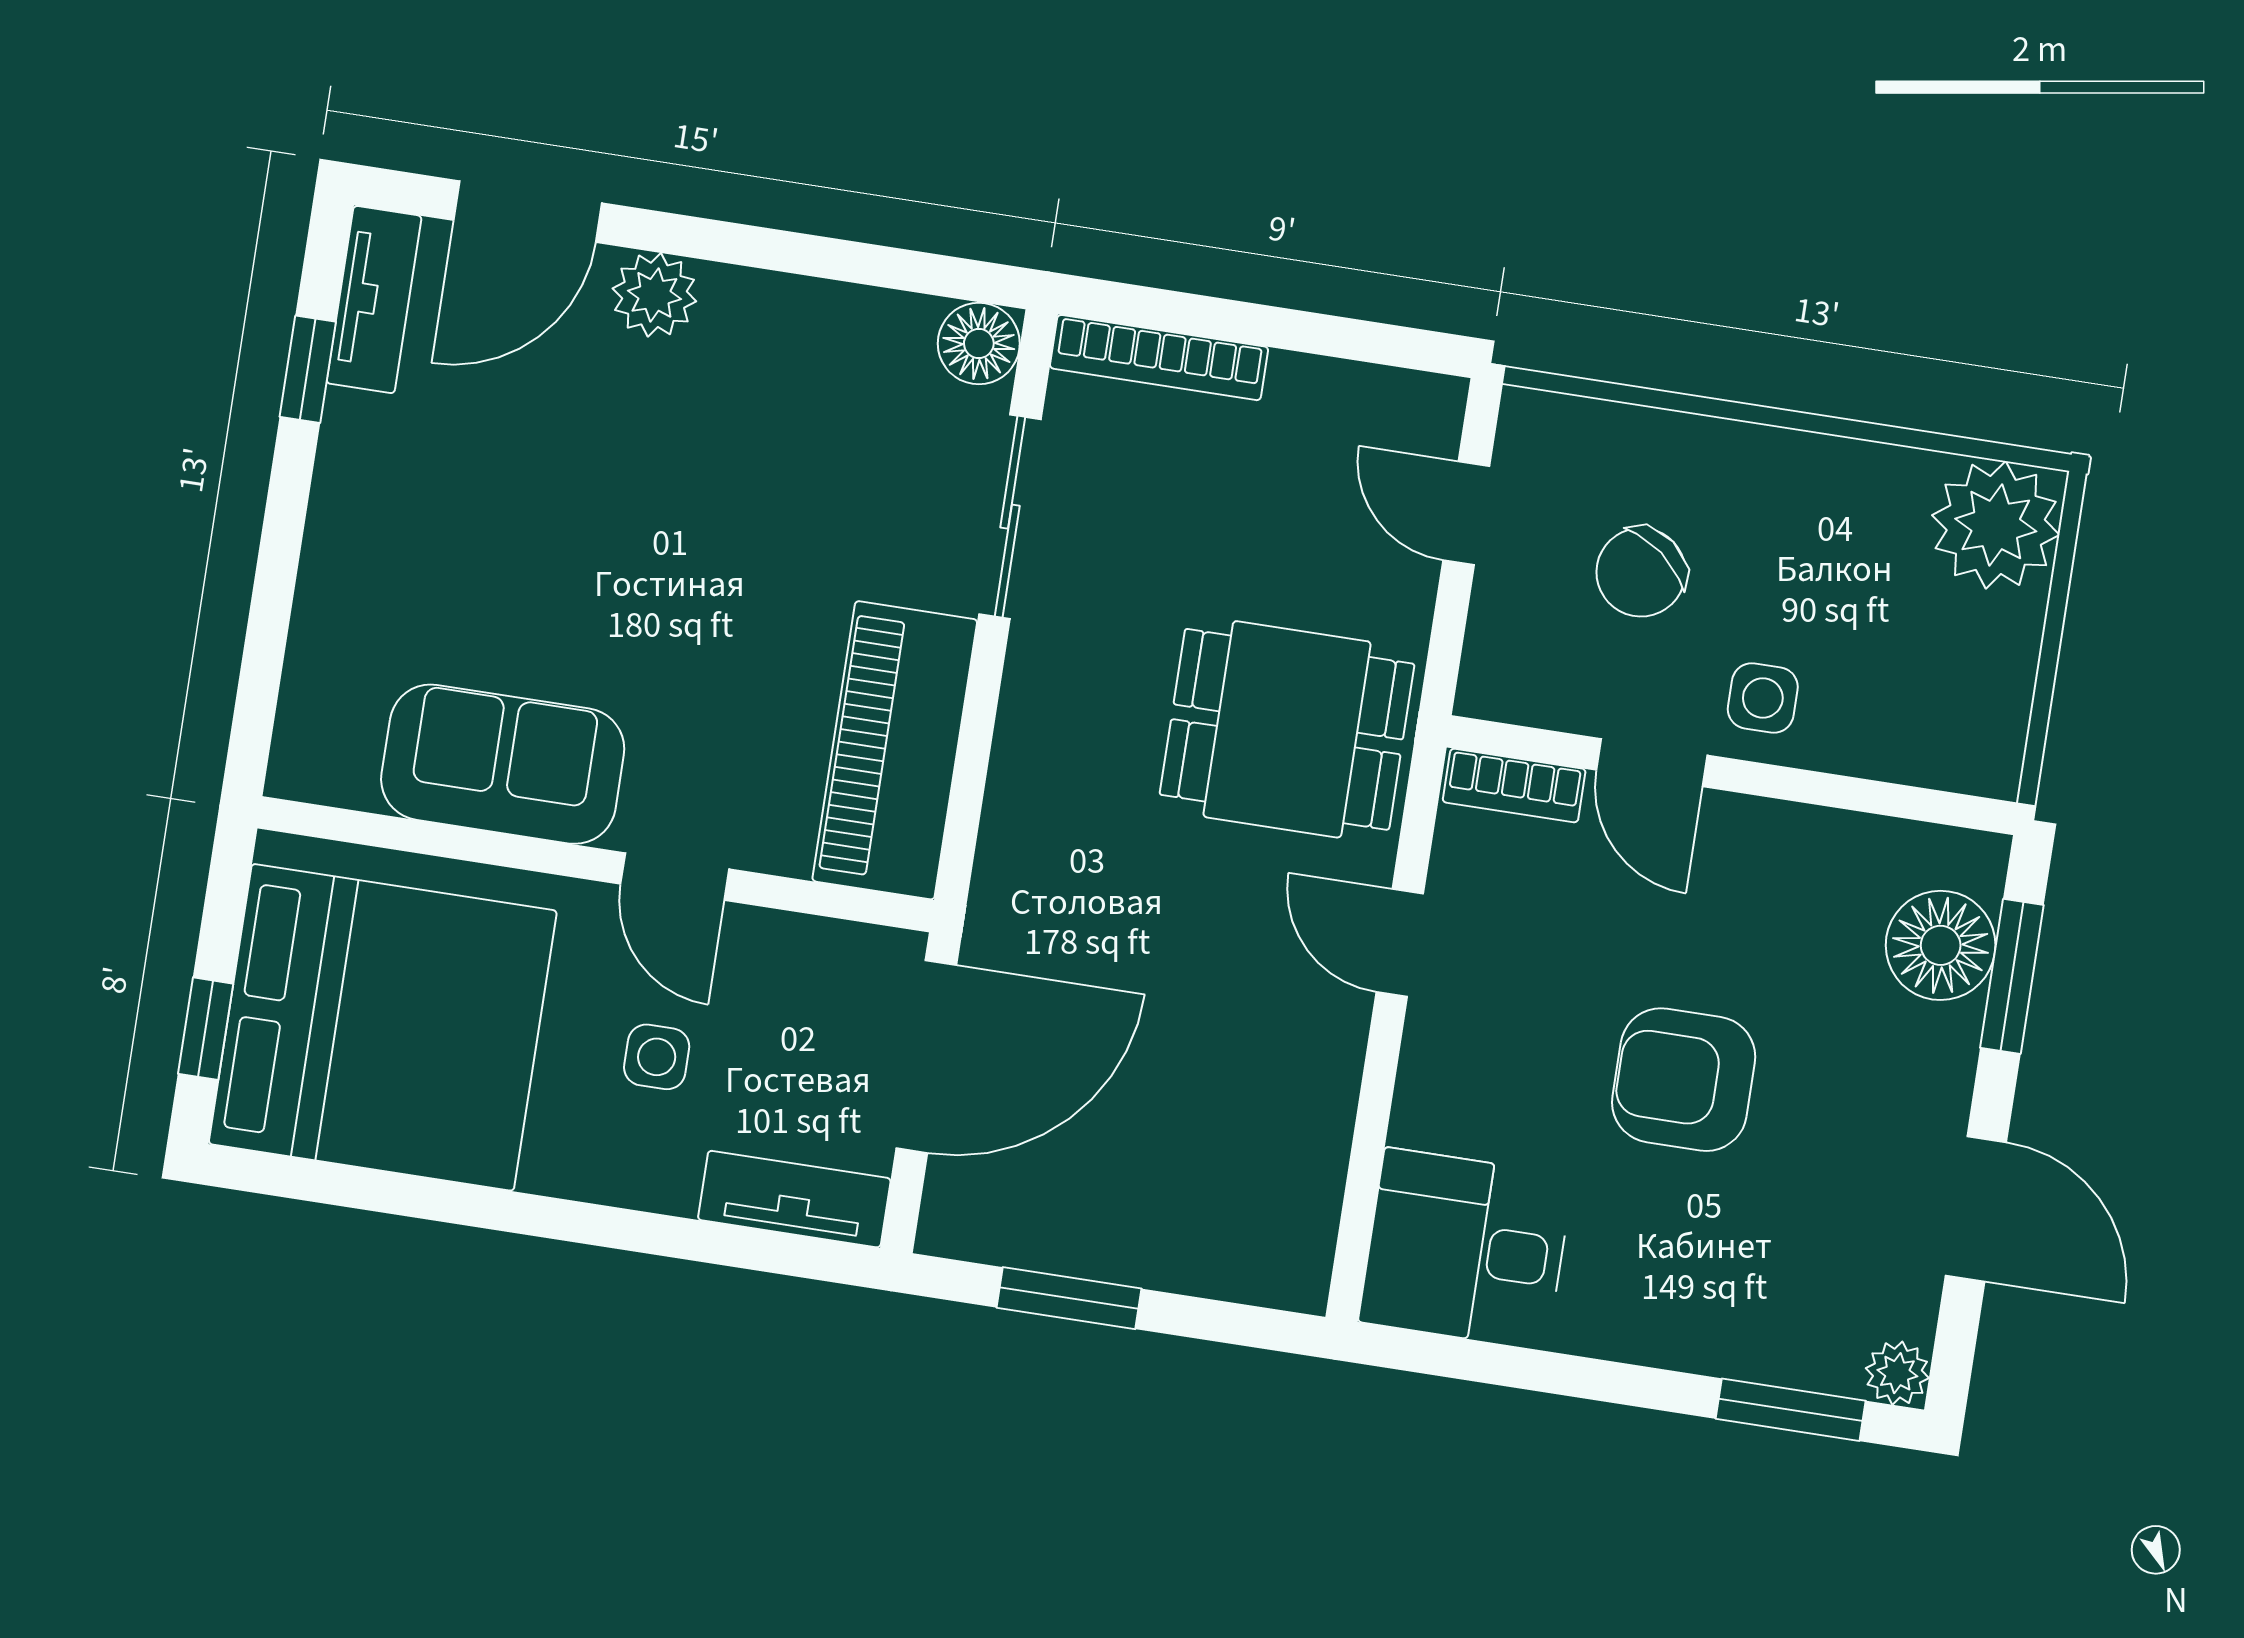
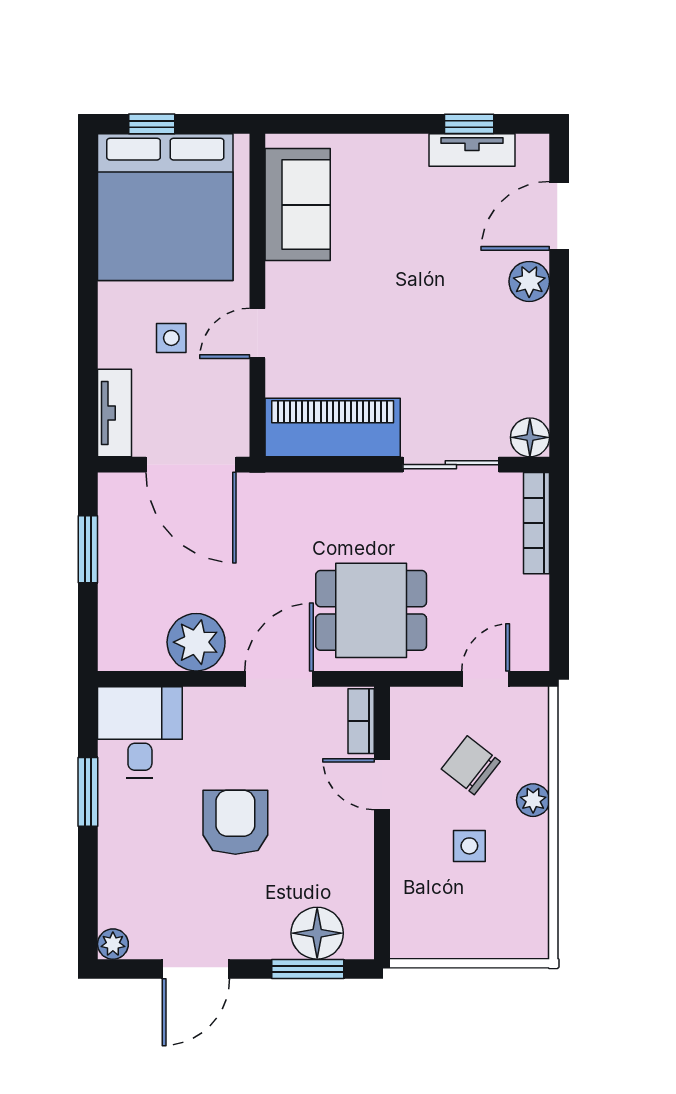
door: (528, 212) -> (559, 216), hinge flipped
tv unit: (374, 300) -> (472, 150), moved
plant: (1996, 525) -> (533, 800), moved, width x0.53, depth x0.53
side table: (1763, 698) -> (469, 846), moved
dining table: (1287, 729) -> (371, 610), turned 90
door: (1652, 763) -> (382, 784), hinge flipped
sofa: (503, 764) -> (298, 205), moved
door: (1400, 943) -> (279, 679), width x1.38
plant: (1297, 1103) -> (196, 642), added
window: (1791, 1410) -> (88, 792), moved

